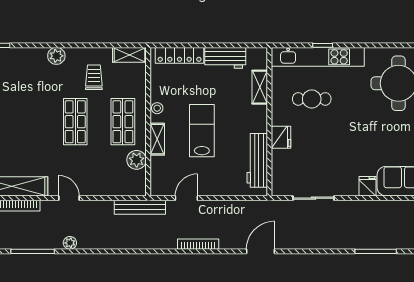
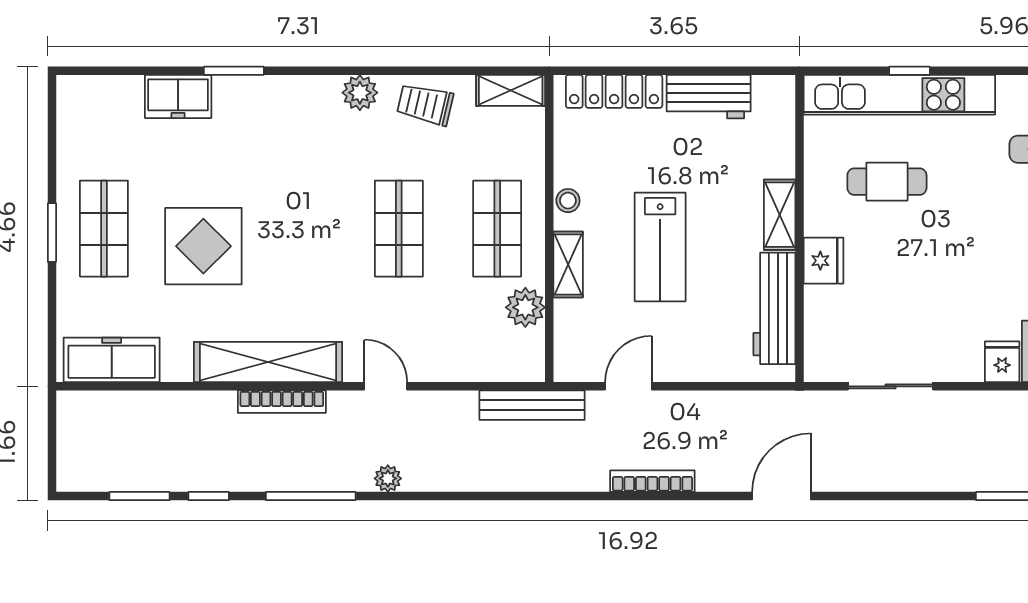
trolley: (94, 77) -> (425, 104), moved, turned -77
shelving: (260, 87) -> (780, 215), moved
lab bench: (202, 131) -> (660, 247), turned 180

